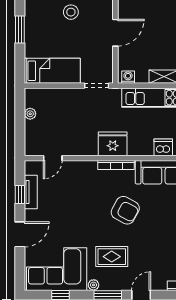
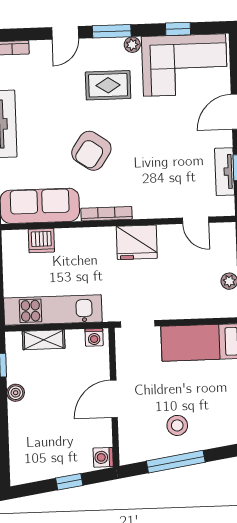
fridge: (113, 144) -> (137, 242), moved
door: (53, 158) -> (196, 220), swing flipped
armchair: (125, 210) -> (91, 151), turned -84

